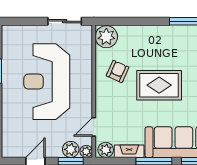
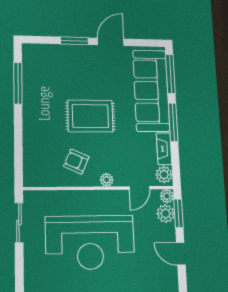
plant: (106, 37) -> (107, 180), moved, width x0.53, depth x0.53
rug: (159, 85) -> (90, 116), turned 90
door: (94, 127) -> (139, 188), hinge flipped

